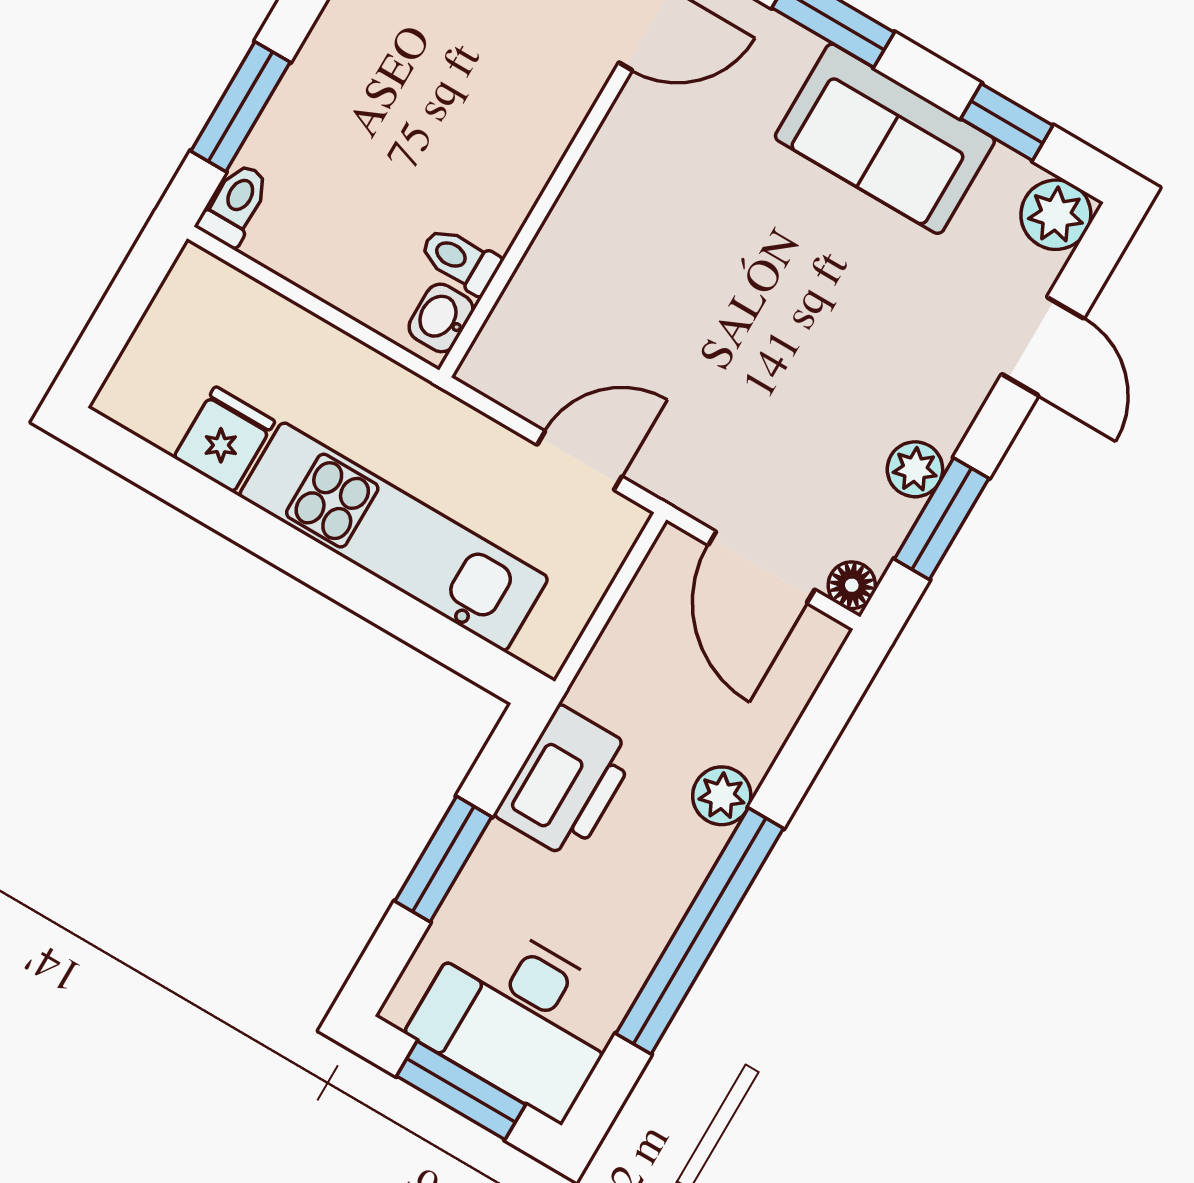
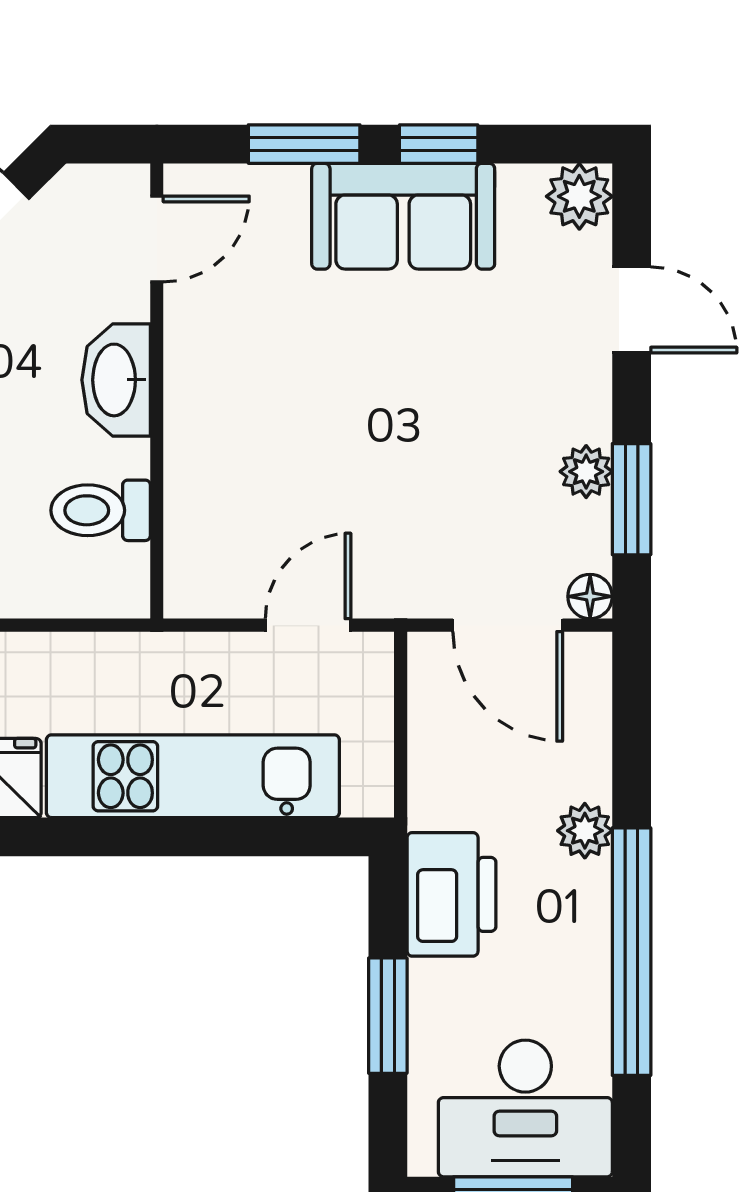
window: (1007, 122) -> (439, 144), moved
toilet: (460, 260) -> (101, 510), width x1.37, depth x1.39
washbasin: (441, 318) -> (116, 380), moved, width x1.91, depth x1.45

